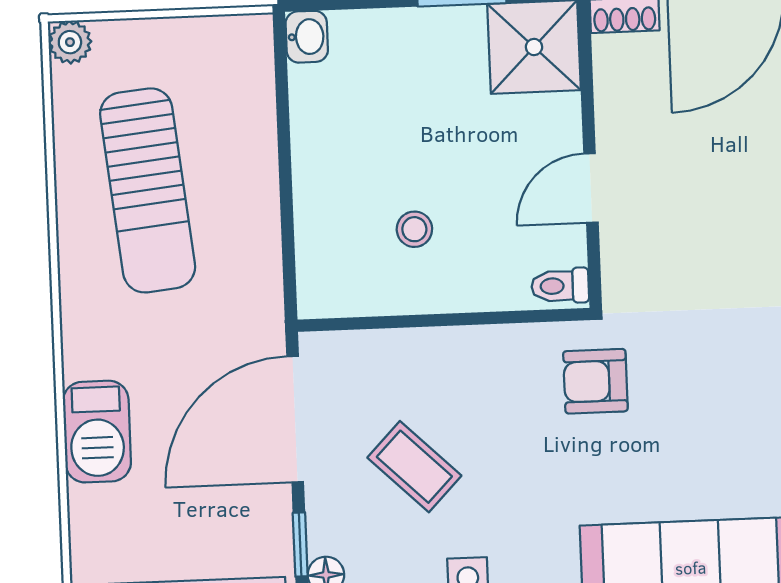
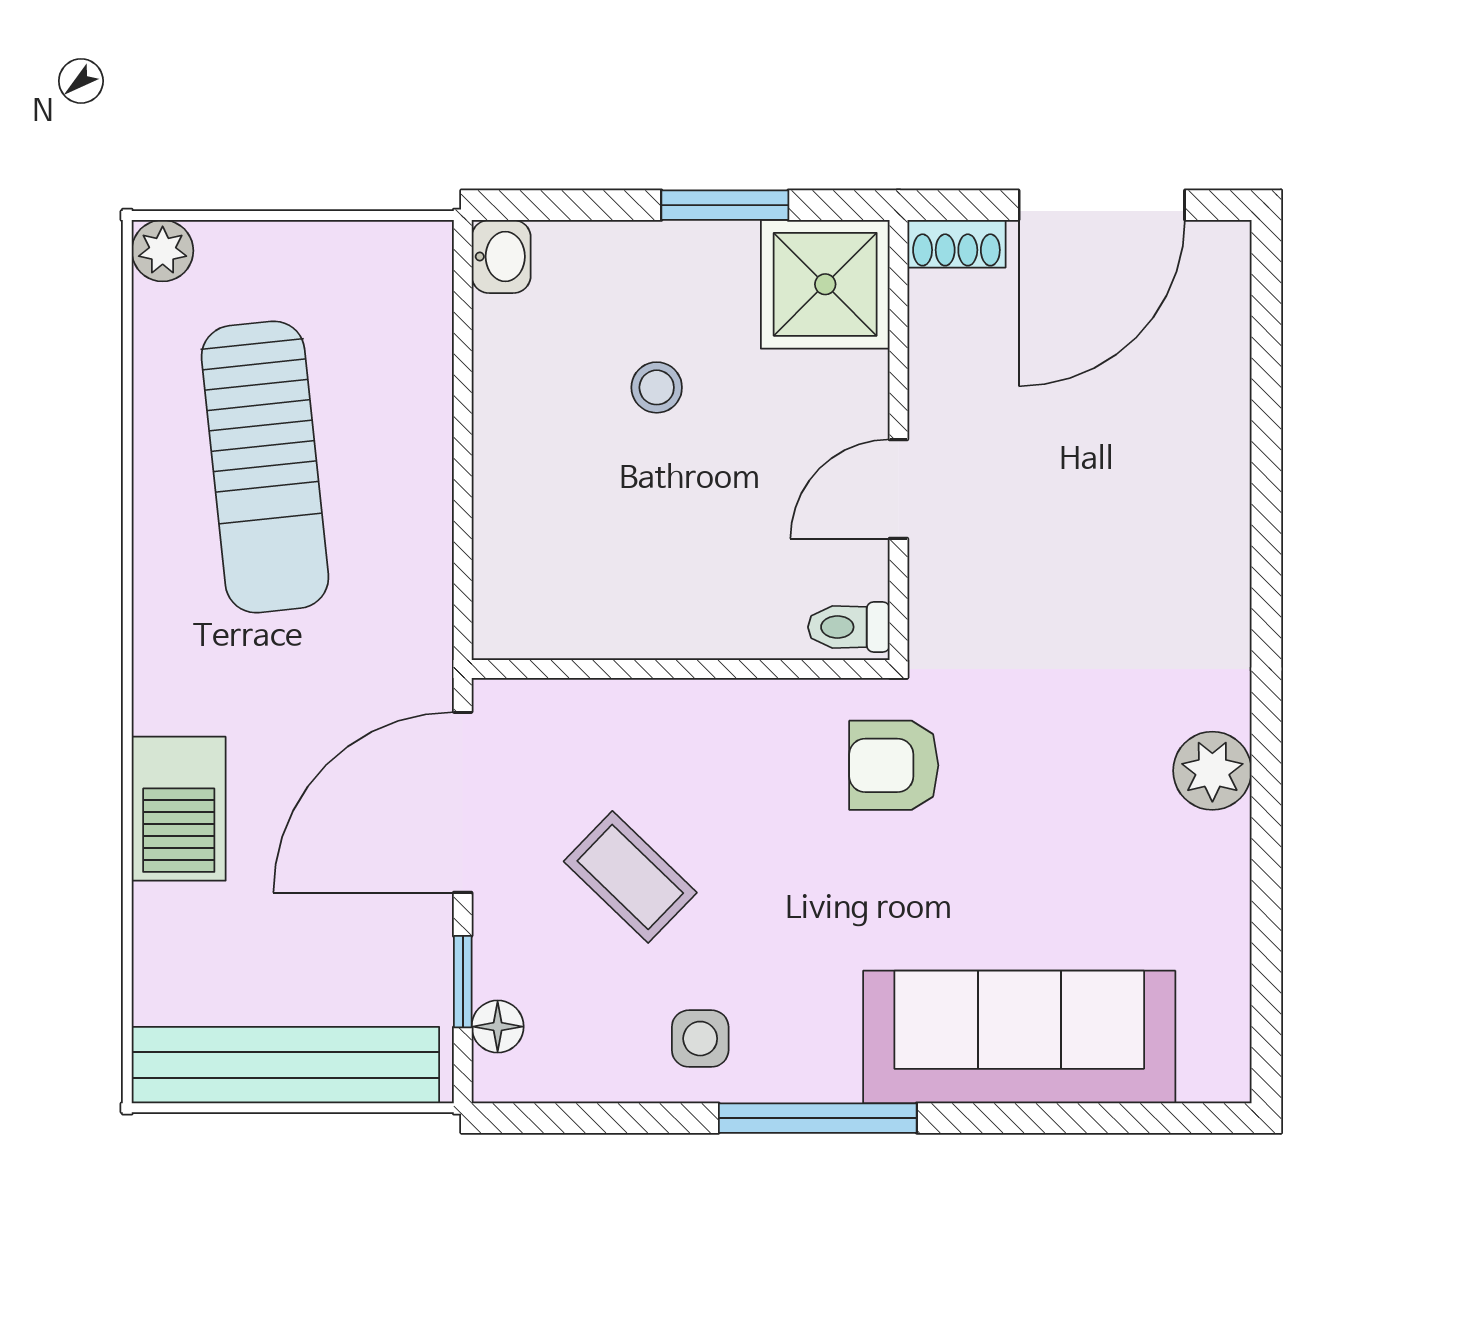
stool: (414, 229) -> (657, 387), moved

